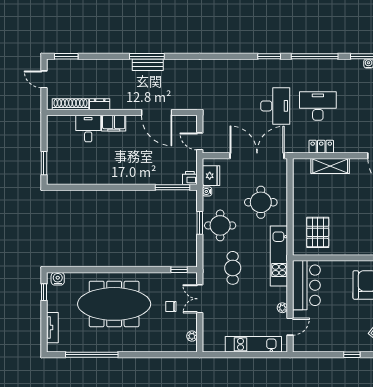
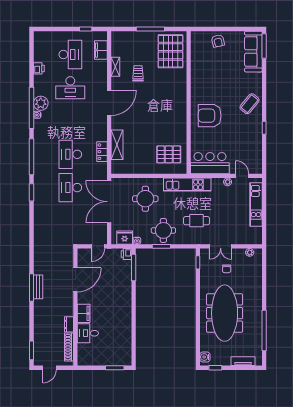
desk: (275, 106) -> (70, 188), turned -90

